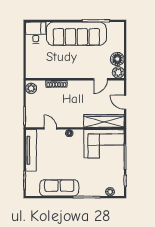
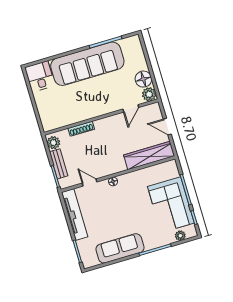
bench: (30, 106) -> (59, 164), added
corner sofa: (104, 144) -> (171, 205), moved, turned 90

